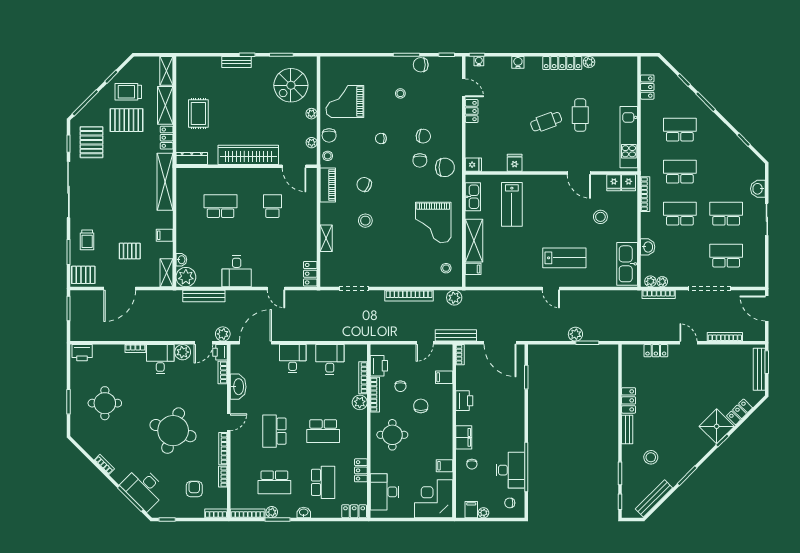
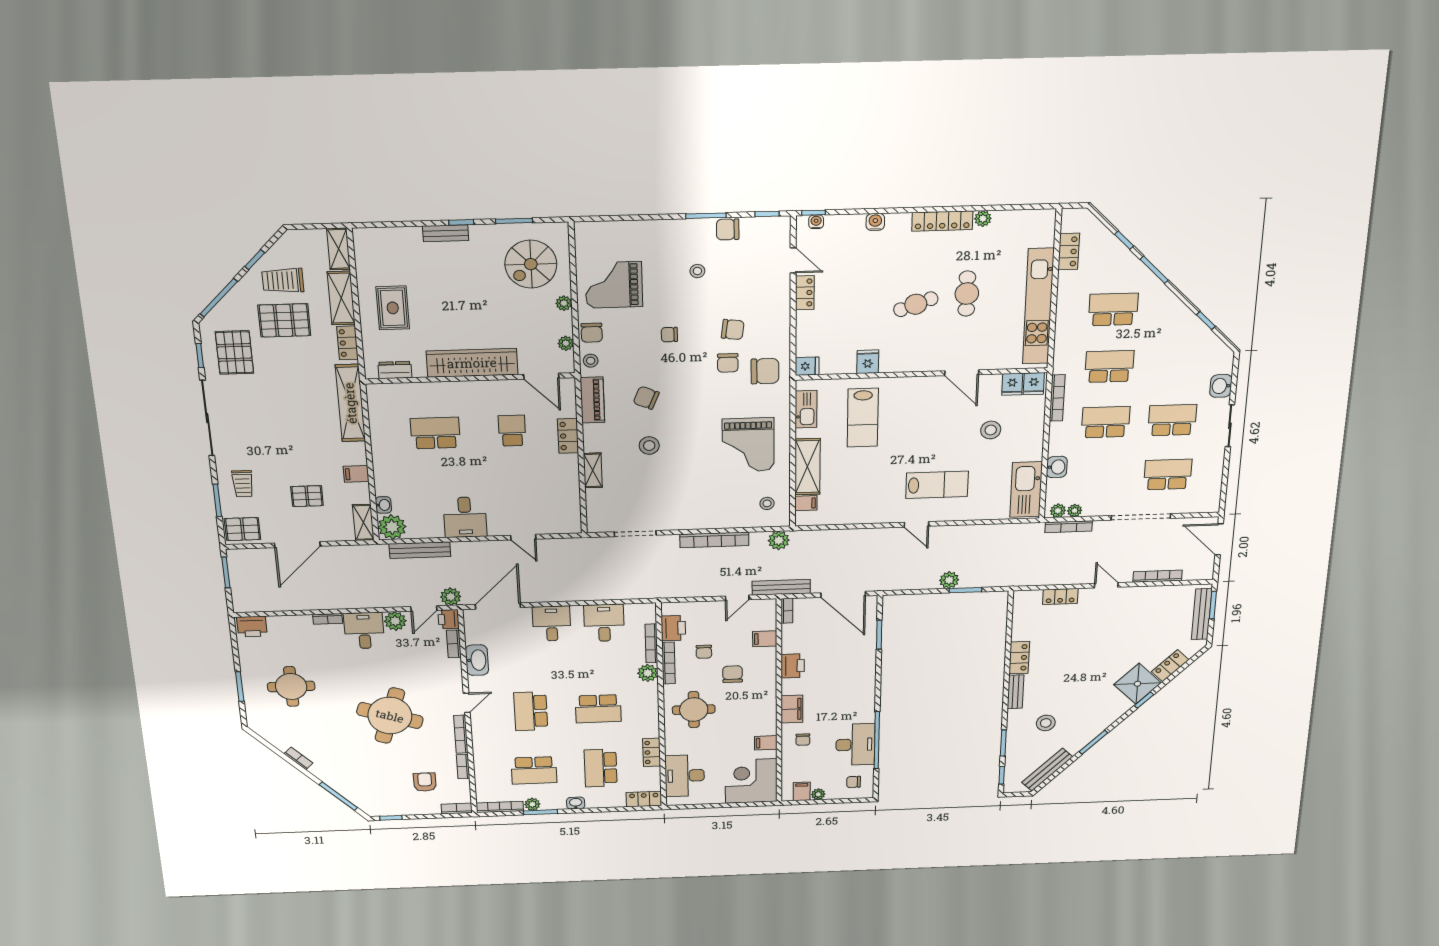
kitchen unit: (629, 137) -> (1038, 307), width x1.36
dresser: (192, 158) -> (395, 370), width x0.70
locker: (310, 274) -> (568, 436), moved
school desk: (323, 482) -> (601, 768), turned 180
desk: (144, 488) -> (355, 784), removed

